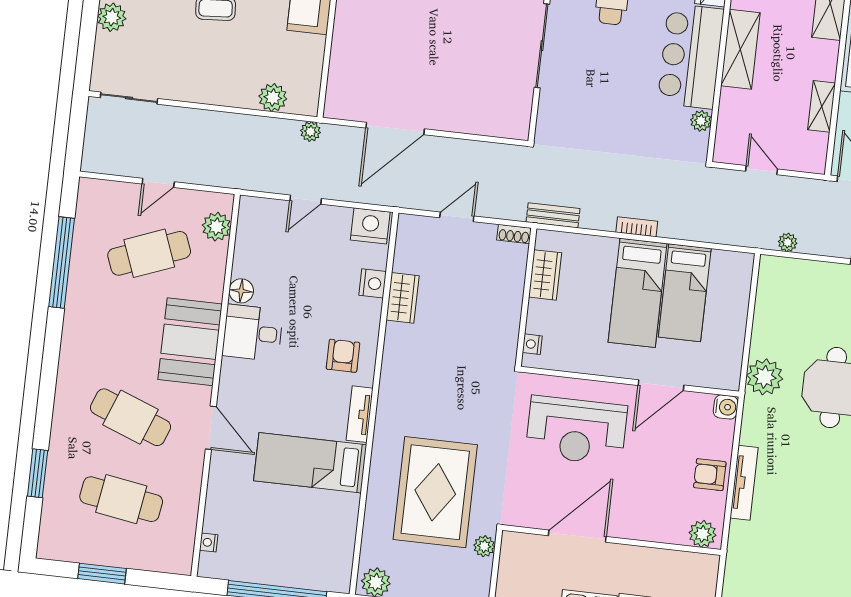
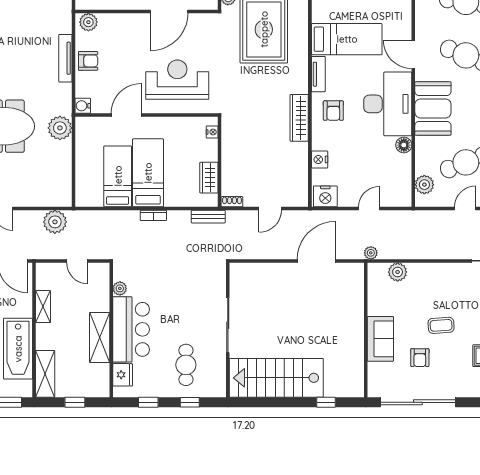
plant: (788, 242) -> (55, 222), width x1.88, depth x1.88
wardrobe: (403, 298) -> (299, 118), moved, width x1.50
desk: (253, 333) -> (388, 104), width x1.87, depth x1.30

